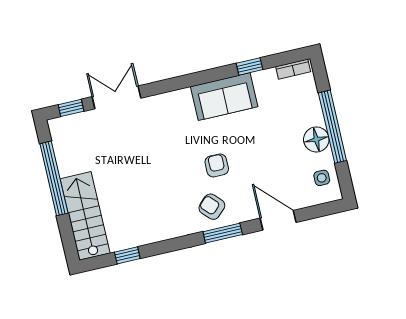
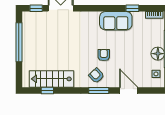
stairs: (85, 216) -> (51, 79), moved, turned -90

